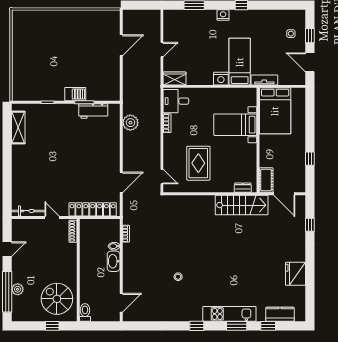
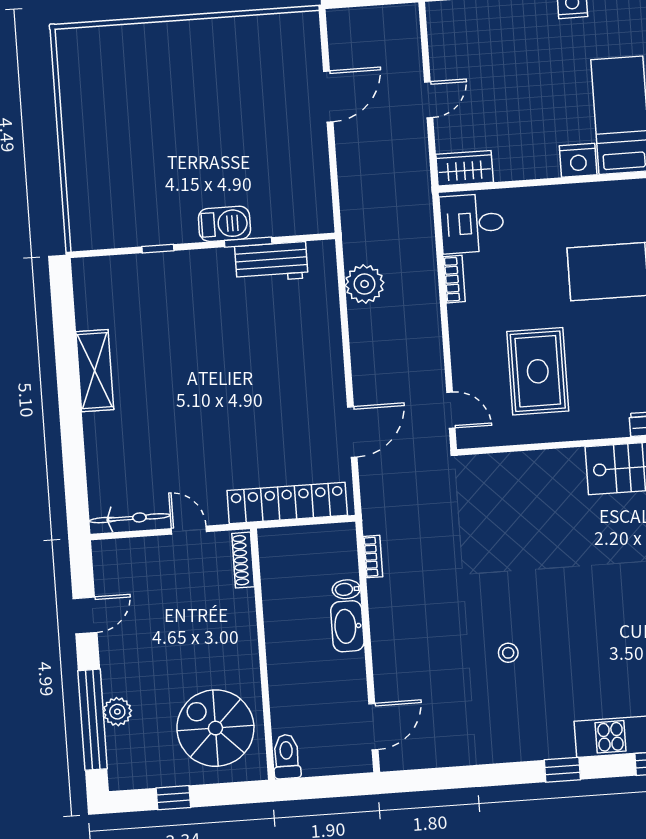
shelving: (18, 128) -> (95, 371), moved
window: (52, 326) -> (173, 798), moved

